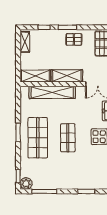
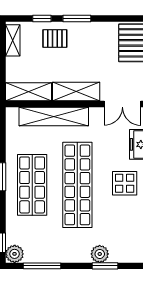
pallet: (74, 39) -> (55, 39), moved
shop shelf: (68, 138) -> (77, 185), width x2.00, depth x1.36
plant: (83, 184) -> (100, 254), added

